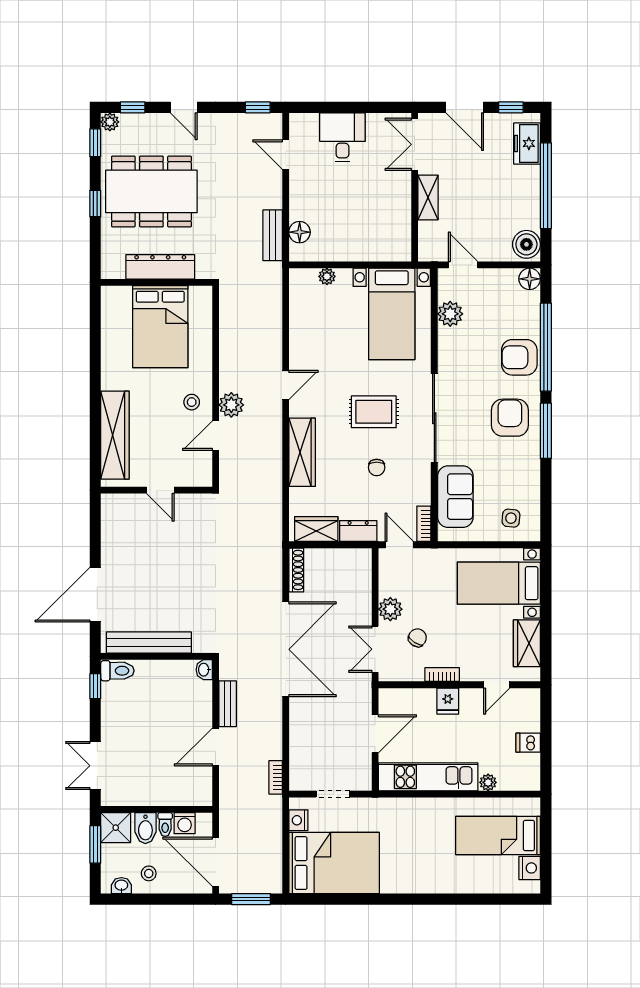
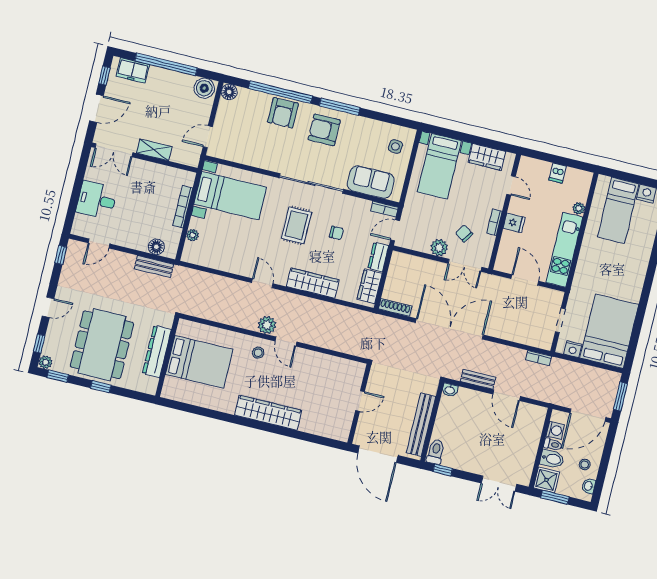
bookcase: (362, 254) -> (183, 207), added
plant: (450, 314) -> (240, 154), removed
wall: (156, 490) -> (359, 404), moved
door: (160, 490) -> (360, 401), moved

